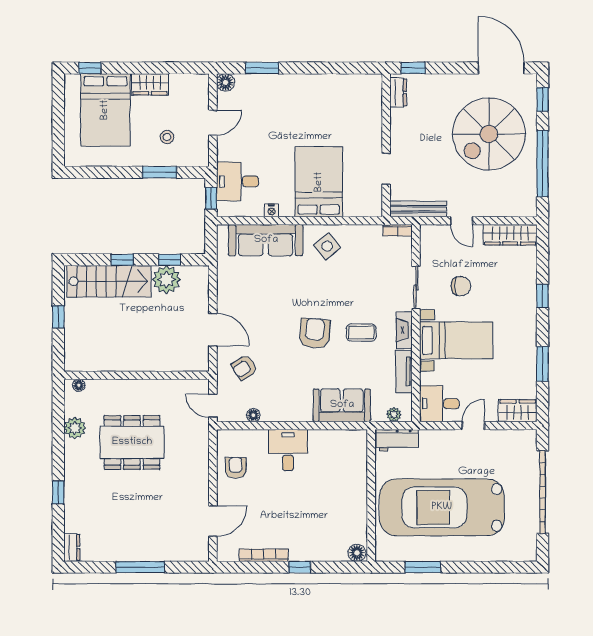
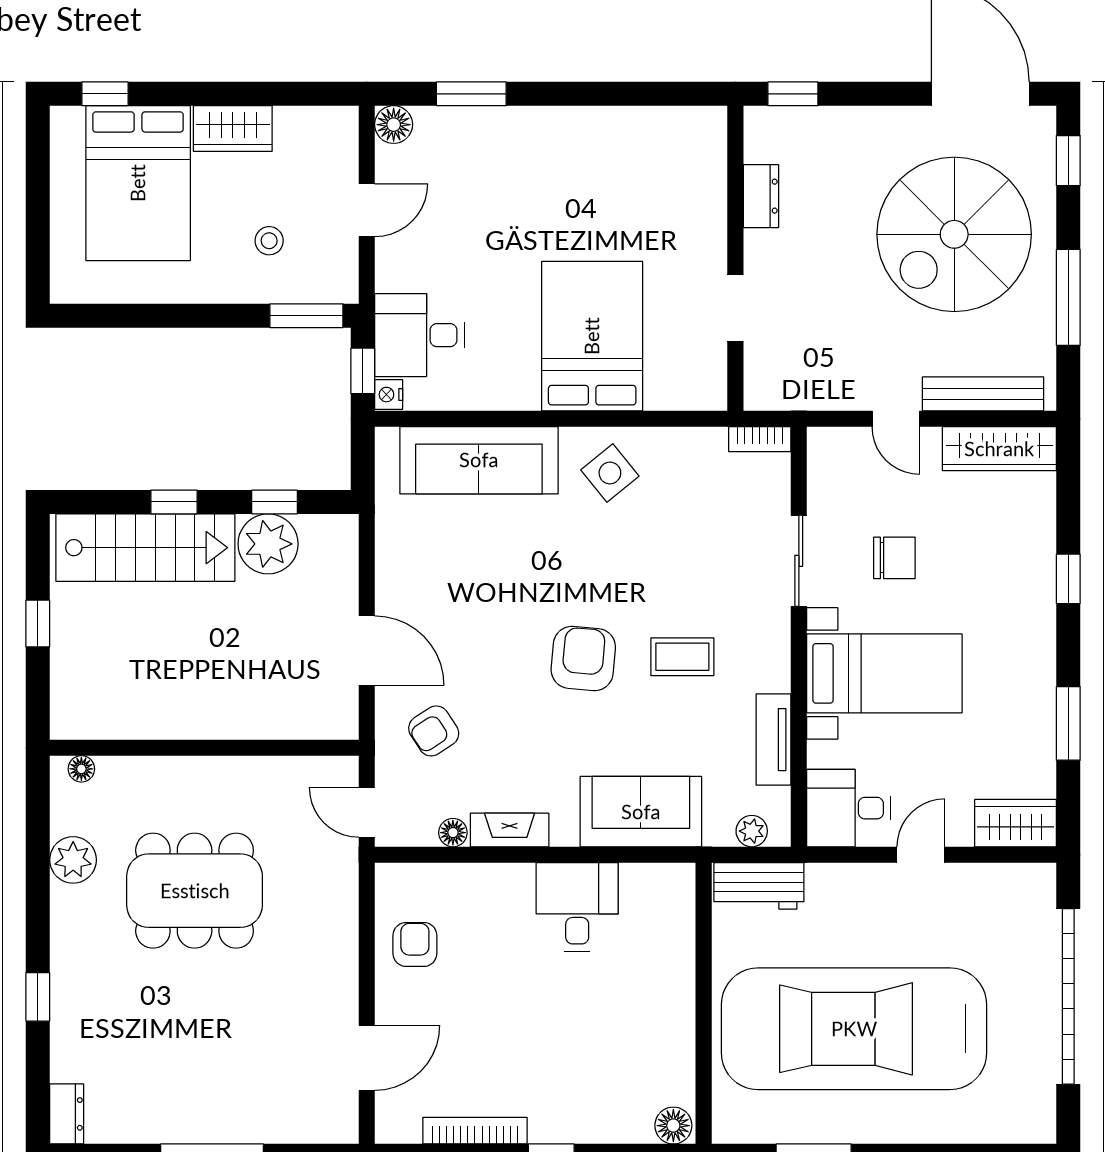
dresser: (398, 92) -> (761, 196), moved
window: (543, 164) -> (1068, 297), width x0.68
window: (159, 172) -> (306, 316), moved
bench: (418, 209) -> (983, 394), moved
nightstand: (272, 210) -> (389, 395), moved, turned 90
fireplace: (404, 330) -> (510, 830), moved, turned 90
desk: (288, 450) -> (577, 907), moved

